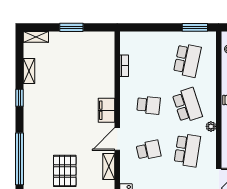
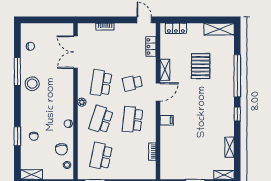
window: (19, 98) -> (237, 114), moved
school desk: (149, 105) -> (132, 120), width x1.85
school desk: (187, 105) -> (101, 120), turned 36
filing cabinet: (106, 110) -> (167, 120), width x0.50

